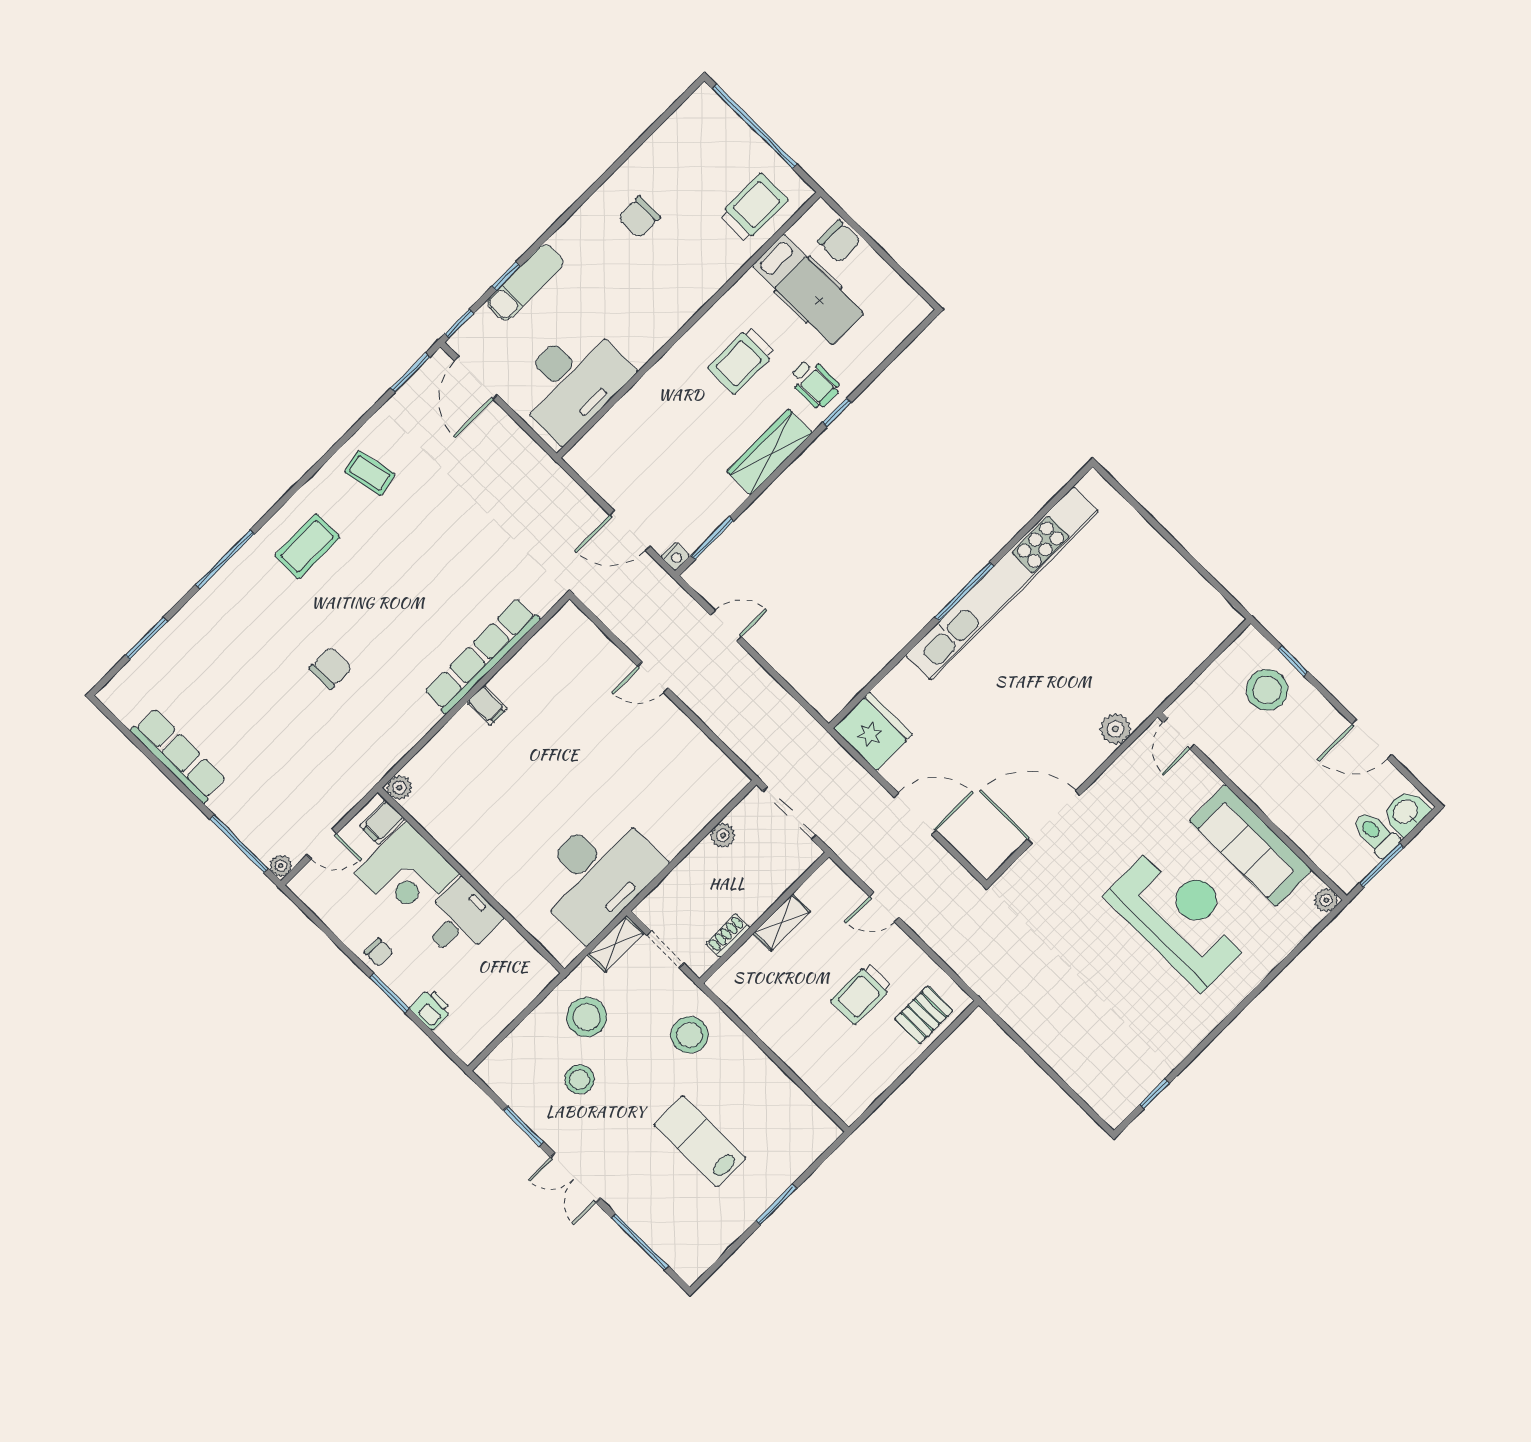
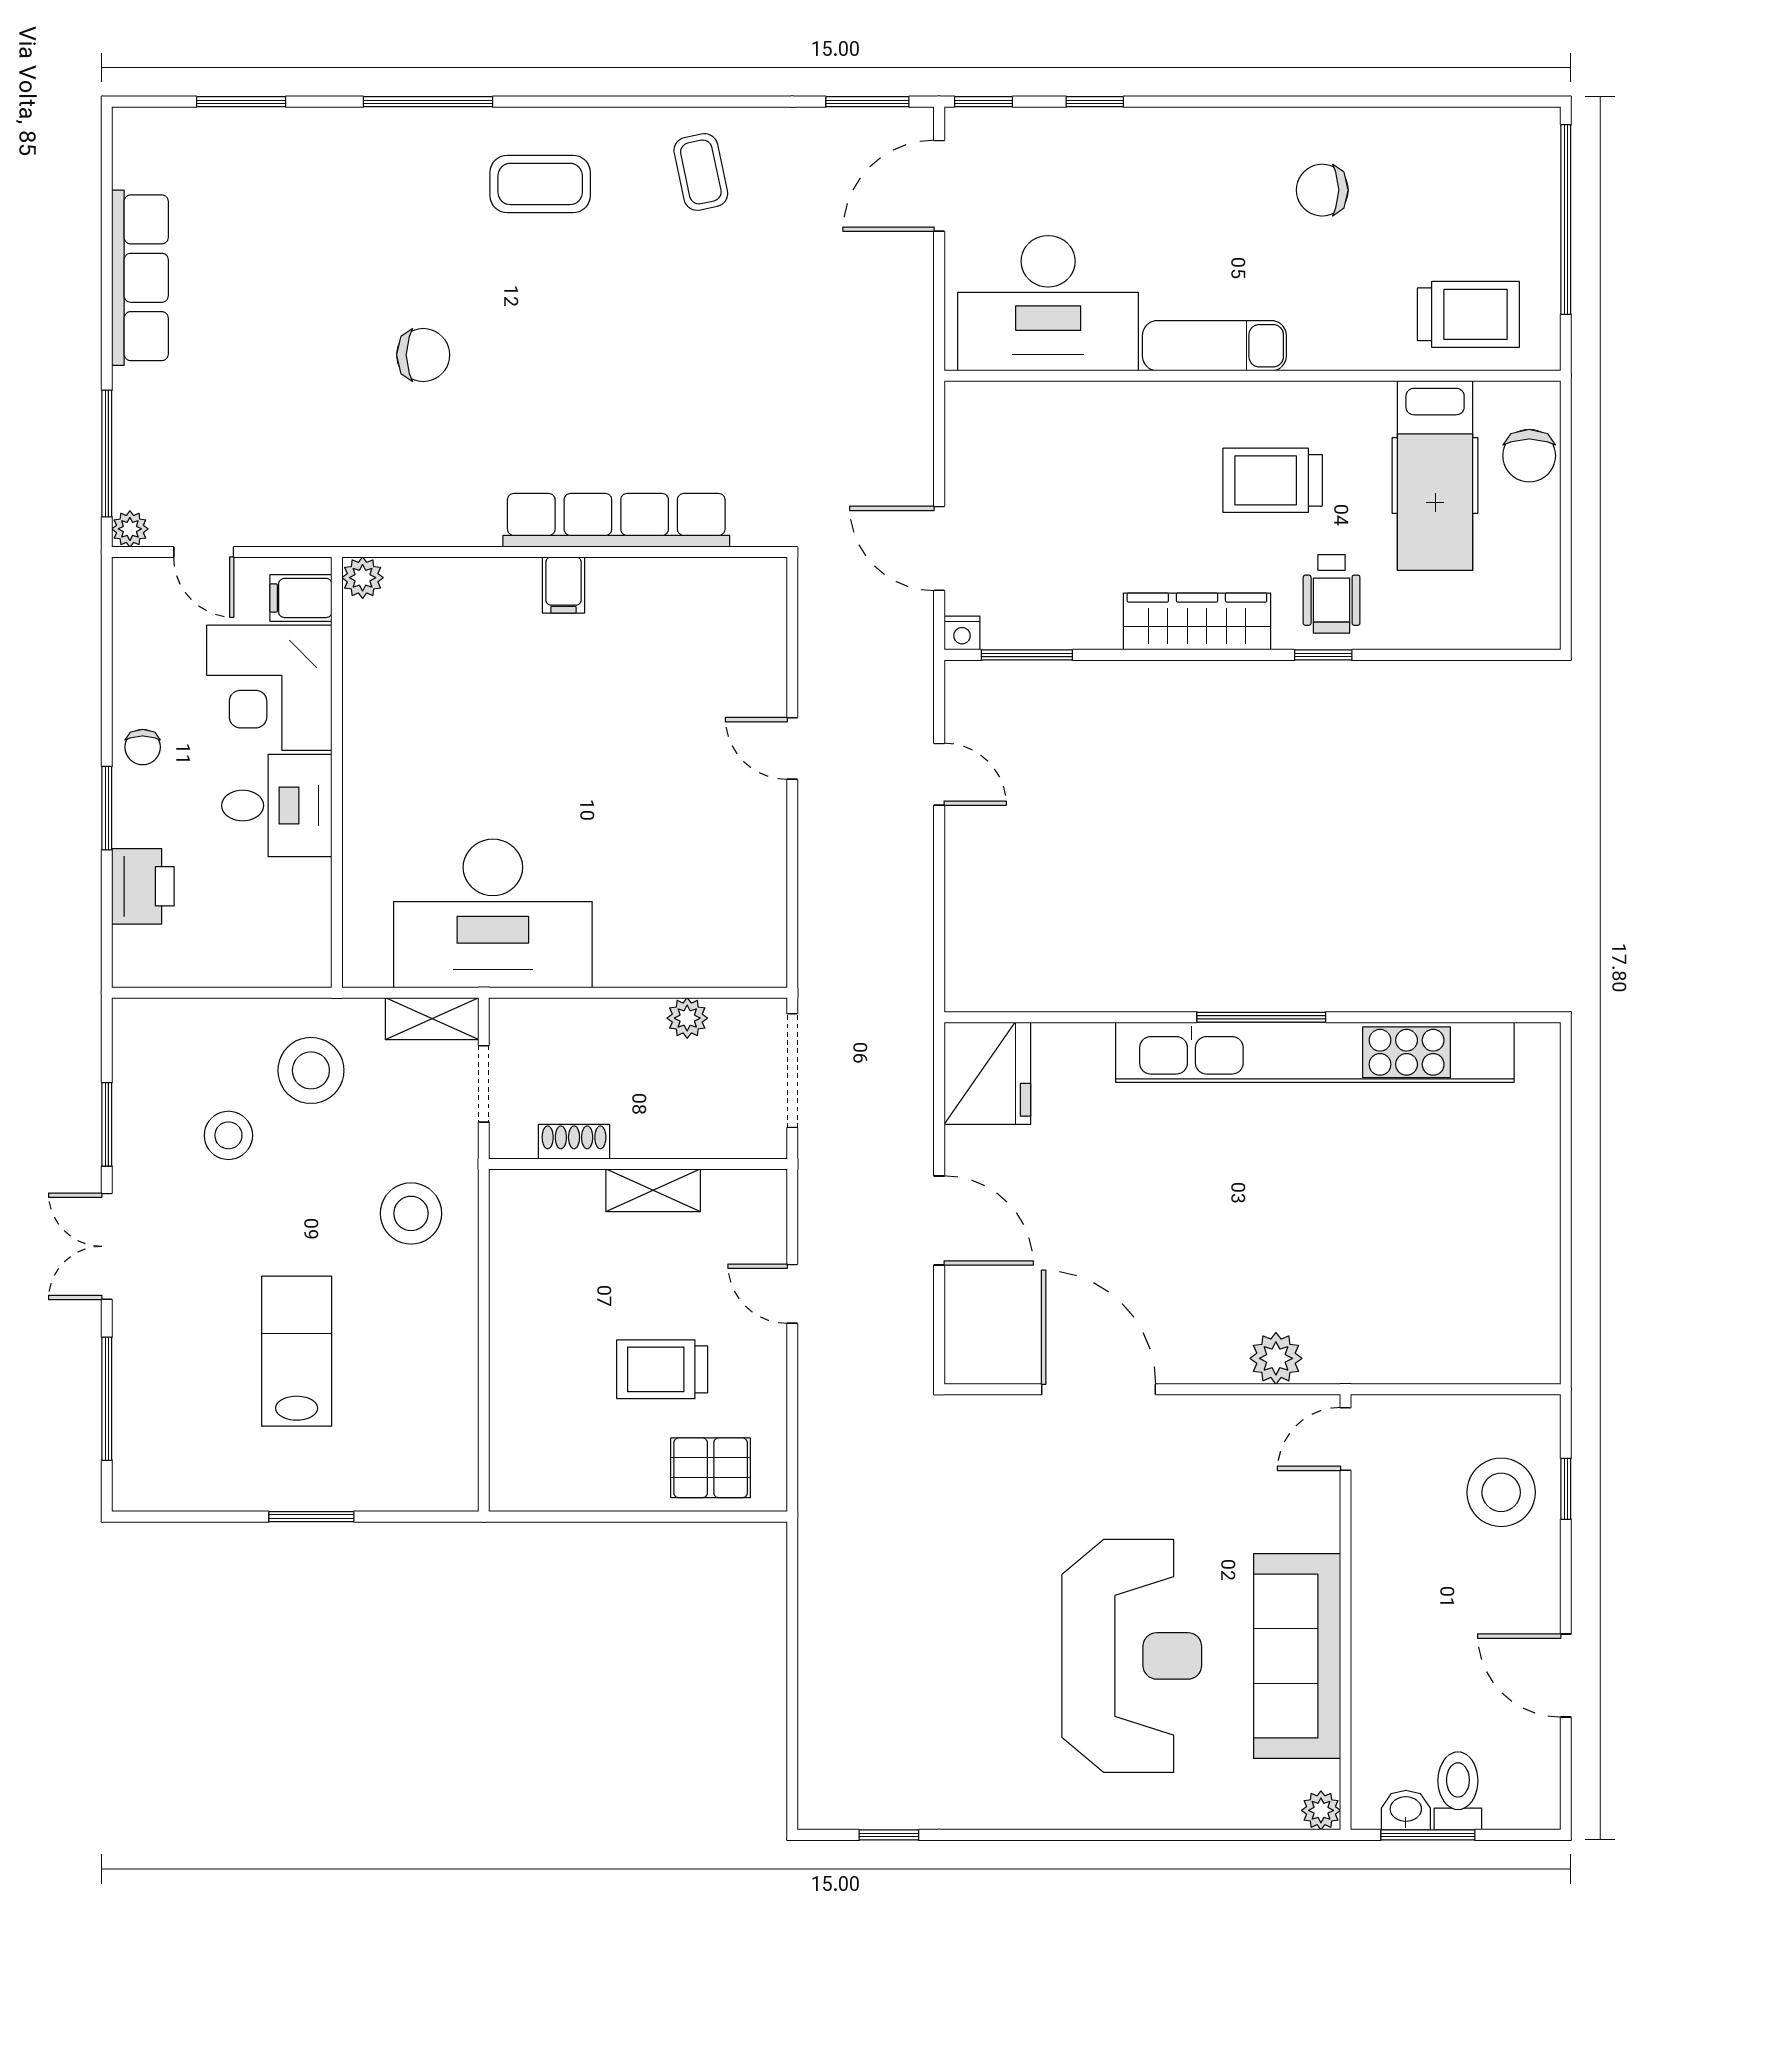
exam couch: (525, 282) -> (1214, 346), moved, turned 180
washbasin: (1406, 812) -> (1406, 1810), moved, width x0.72, depth x0.69
printer: (431, 1009) -> (143, 886), width x1.36, depth x1.24

